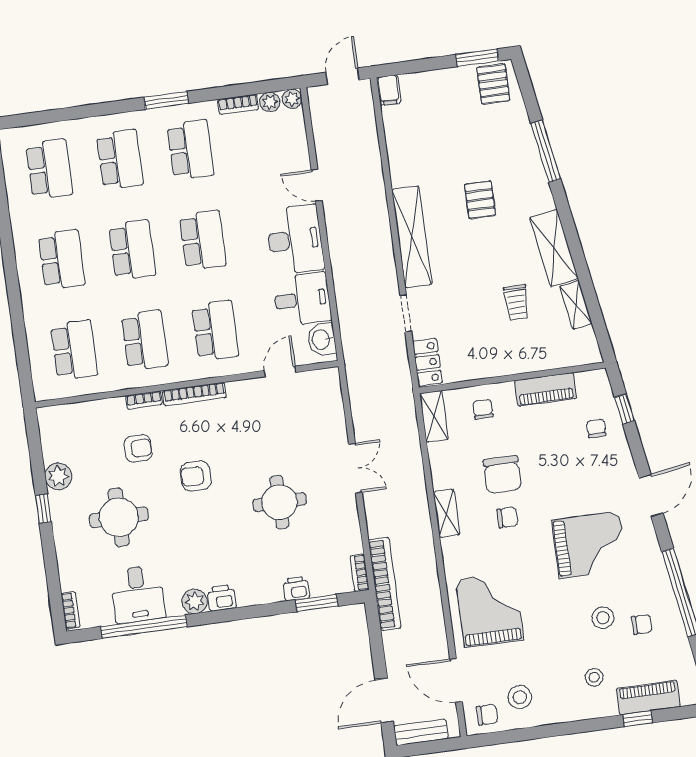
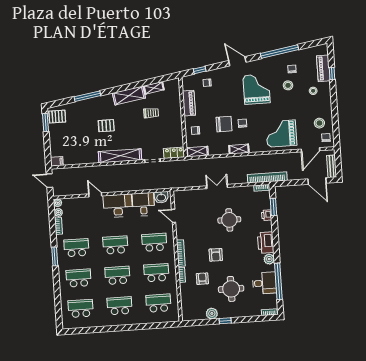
door: (317, 185) -> (95, 195), swing flipped
printer: (222, 598) -> (266, 243), width x1.87, depth x1.48

